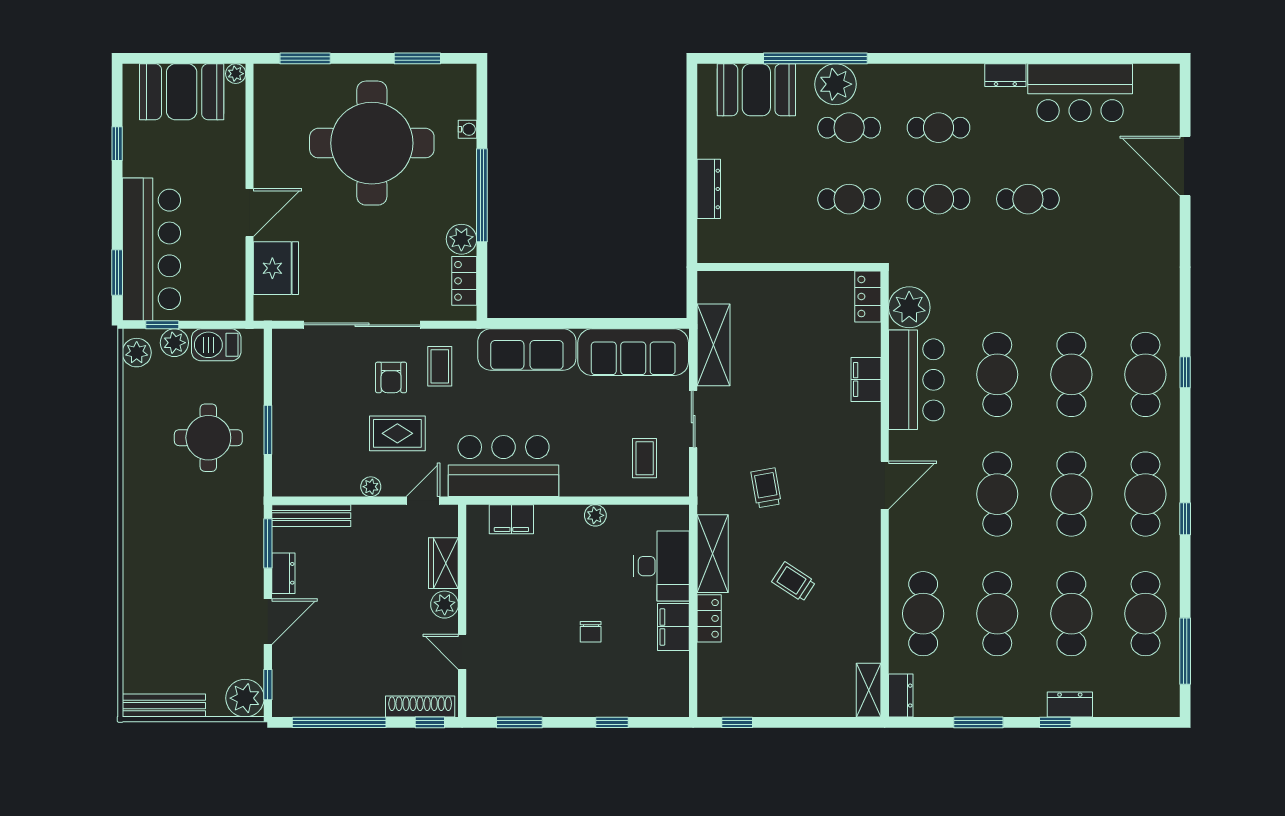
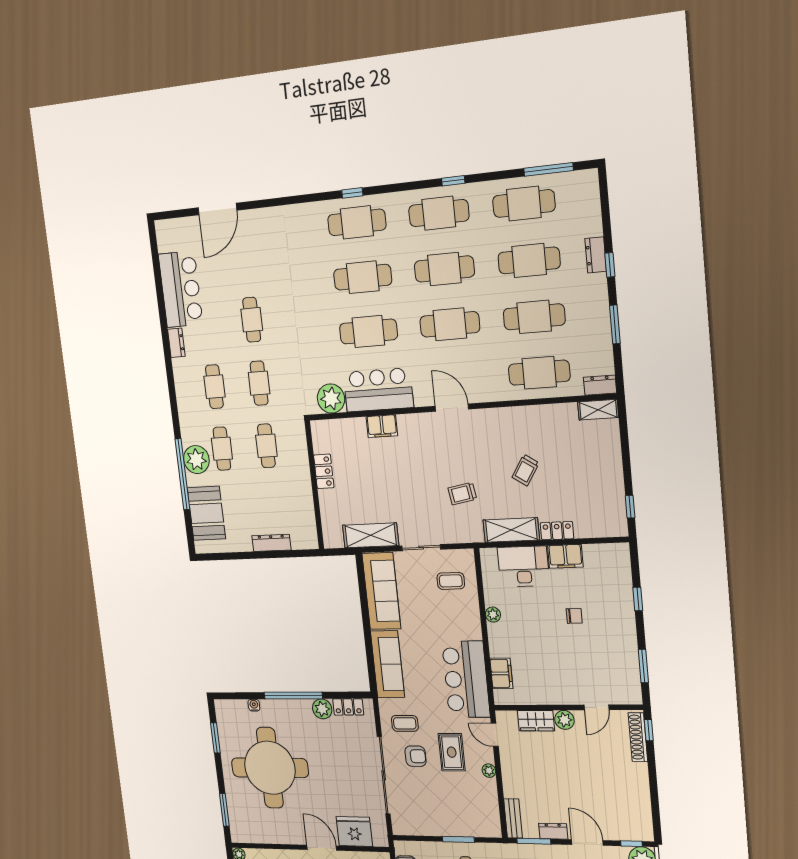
locker: (868, 297) -> (324, 471), moved, turned -90
bench: (311, 516) -> (513, 818), width x0.73
window: (339, 722) -> (654, 794), removed

